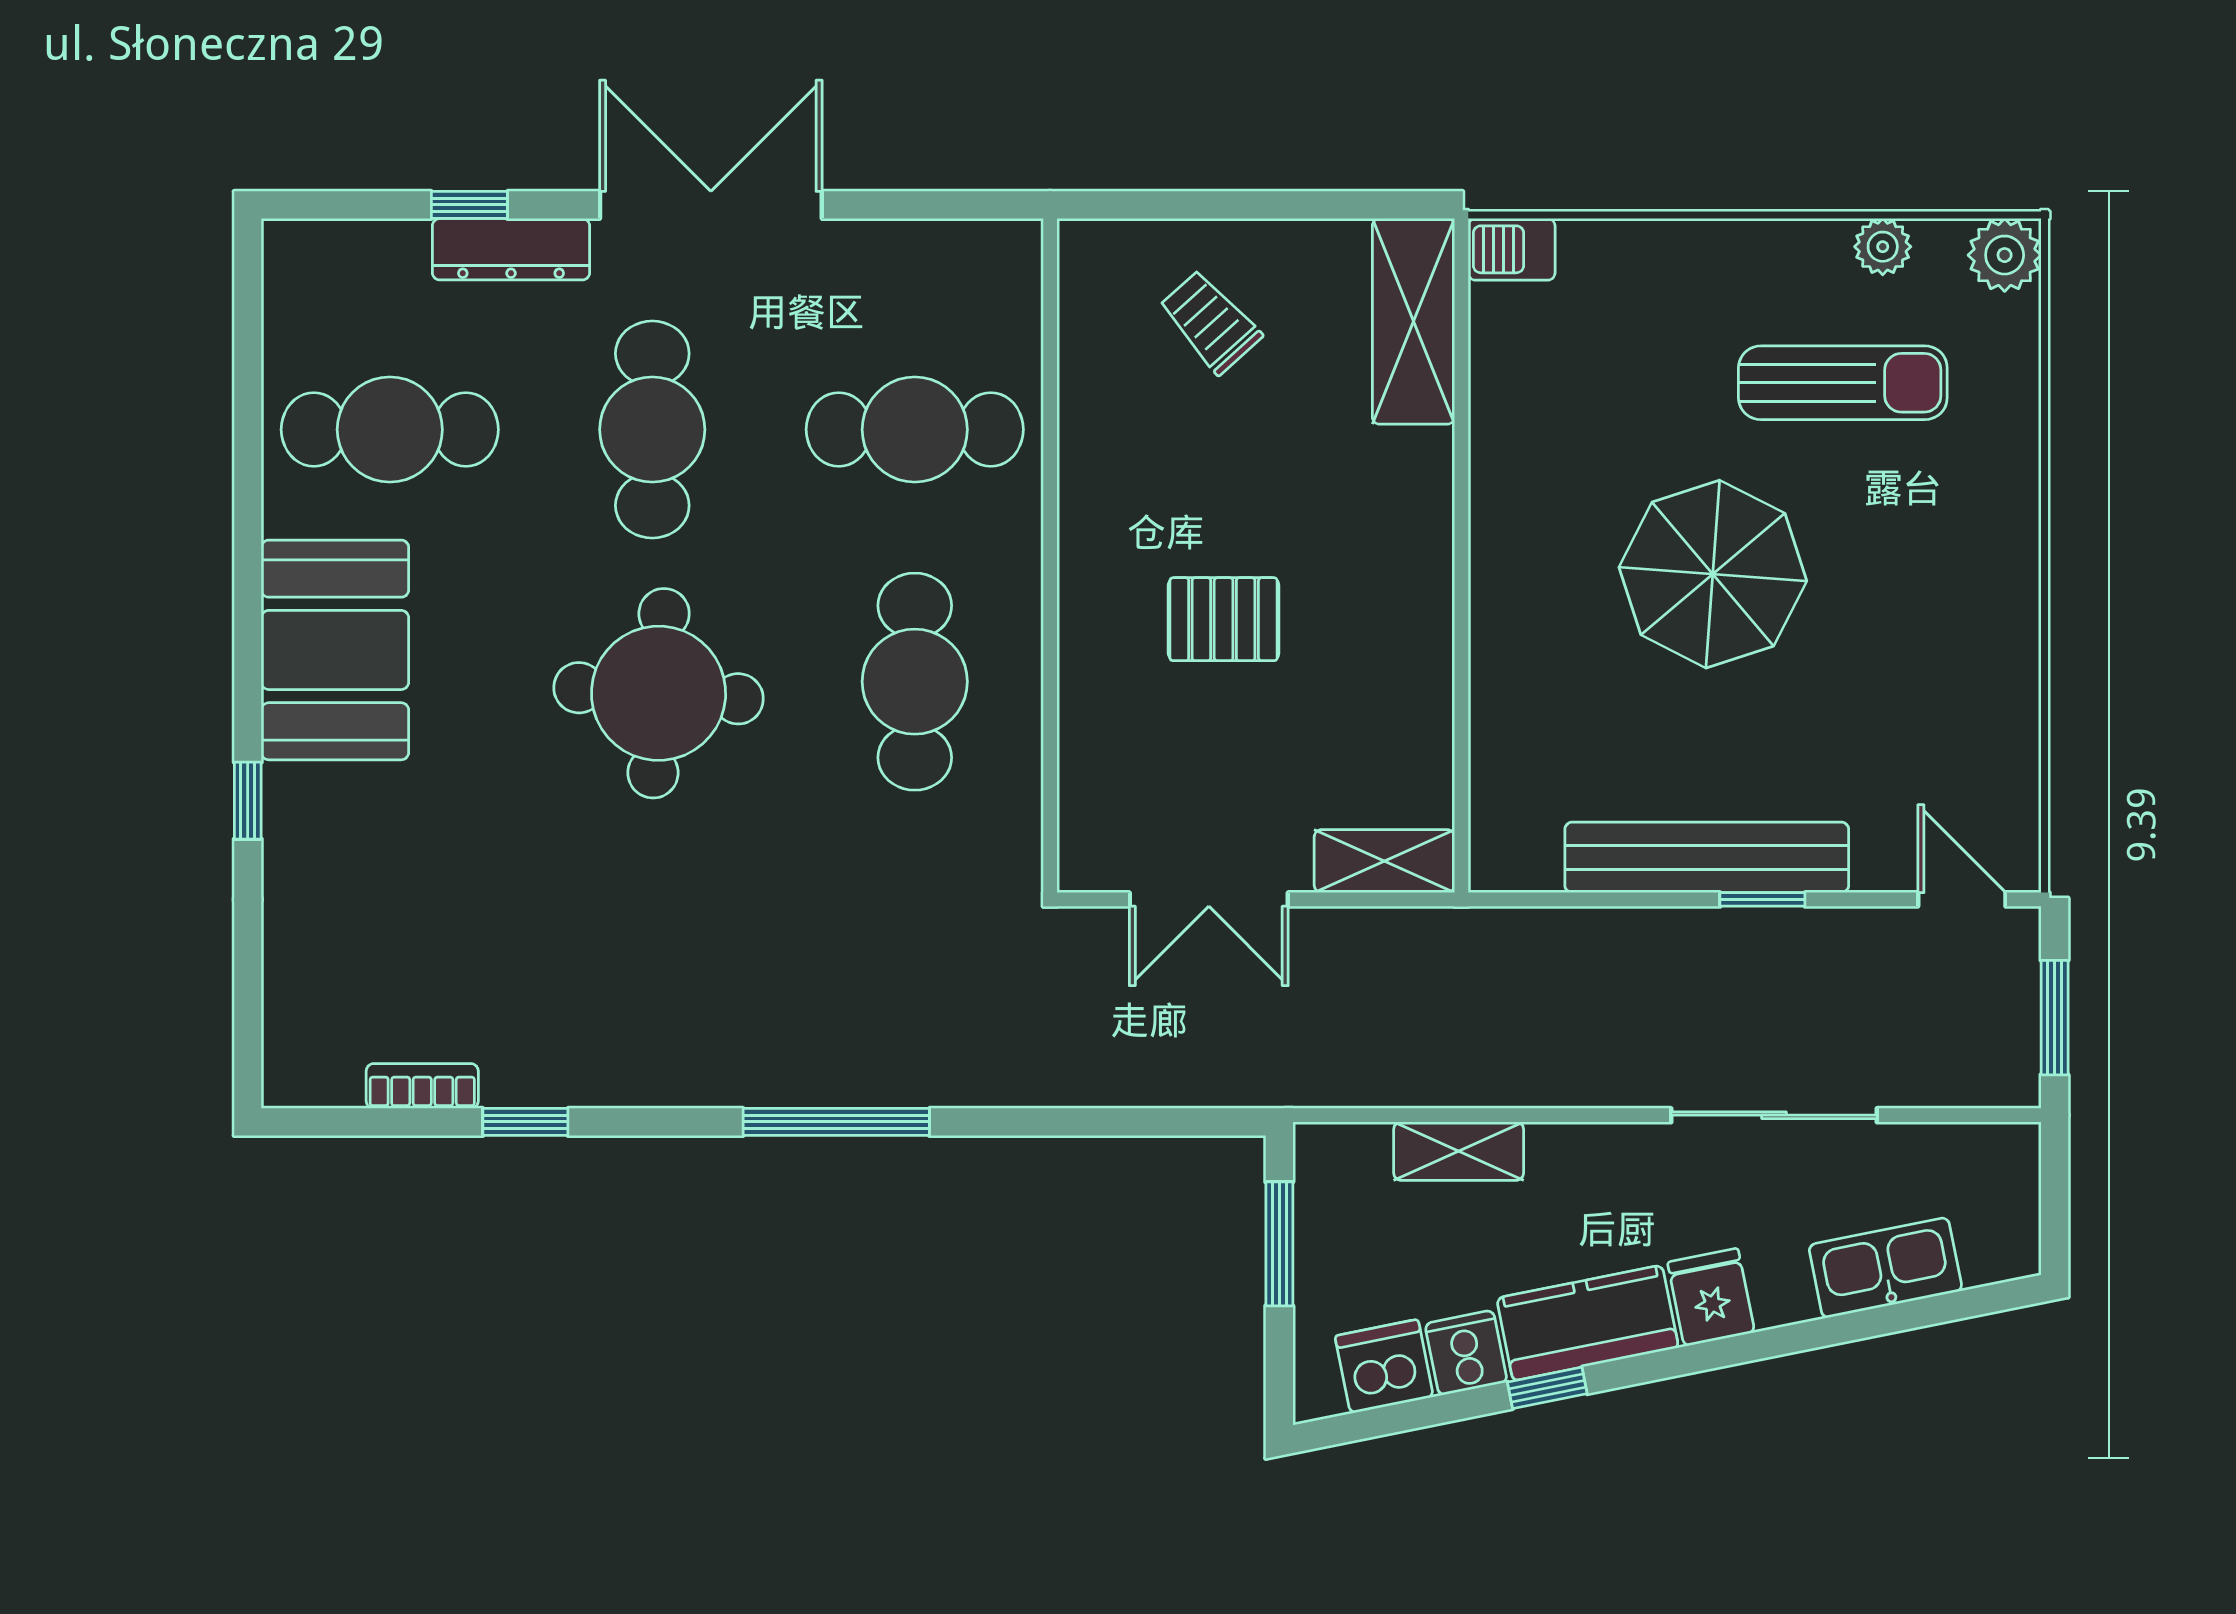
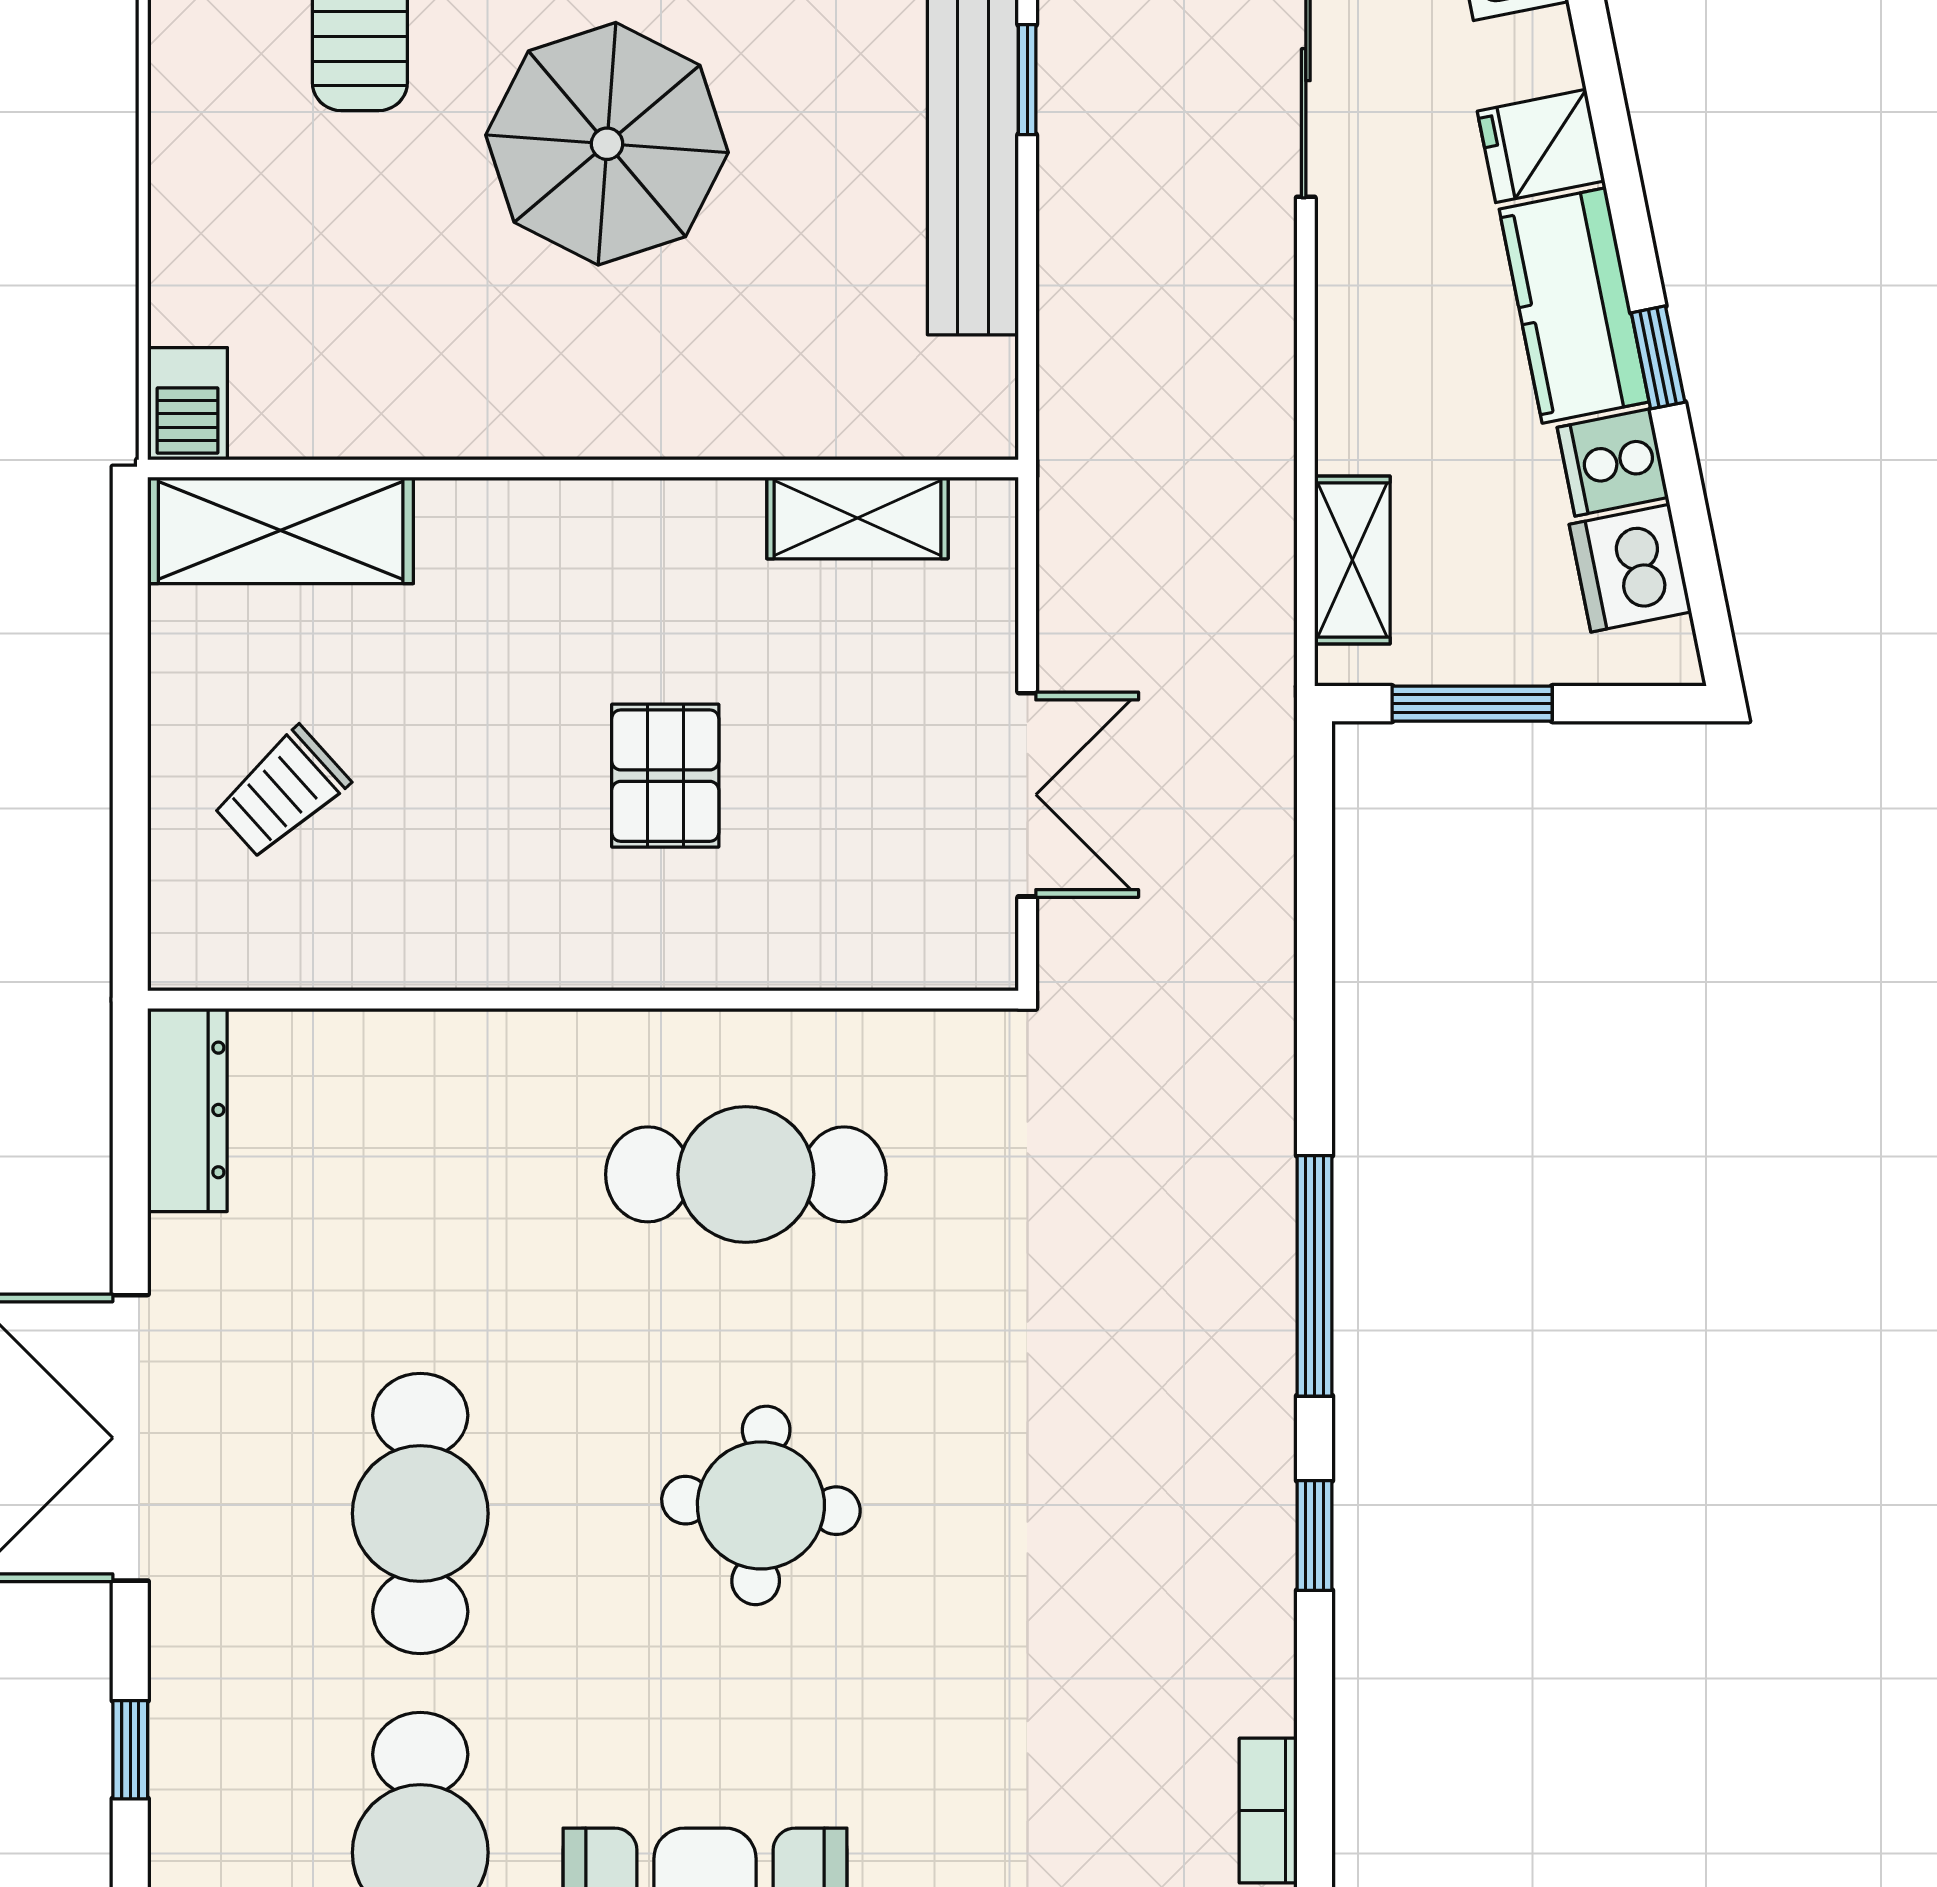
dresser: (511, 249) -> (187, 1110), moved
cafe table: (652, 430) -> (420, 1513), turned 90
cafe table: (915, 430) -> (420, 1174), removed
round table: (659, 693) -> (761, 1505), width x0.73, depth x0.73
shelving: (1384, 861) -> (857, 518), moved, turned 90
window: (525, 1122) -> (1315, 1536), moved
shelving: (1459, 1151) -> (1352, 560), moved

